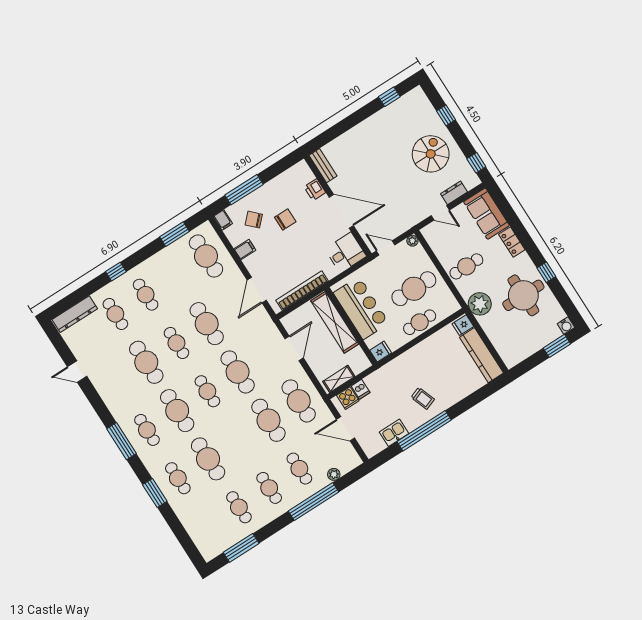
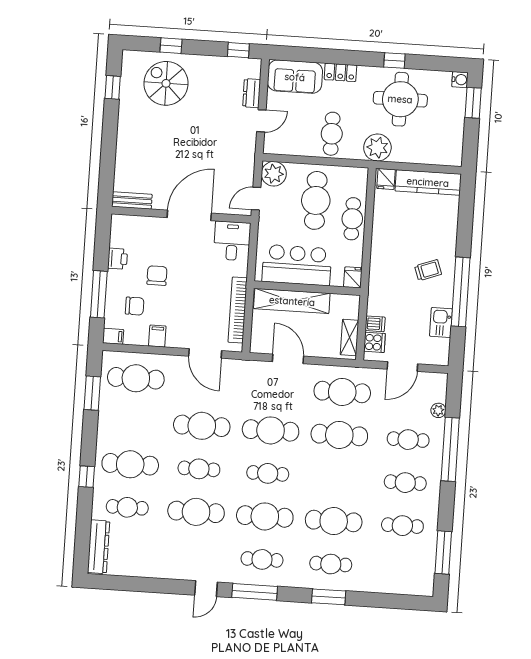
spiral stairs: (431, 154) -> (166, 83), moved
printer: (315, 190) -> (118, 259), moved, turned -90
chair: (254, 220) -> (135, 306), turned -135
plant: (412, 241) -> (274, 174), width x1.88, depth x1.88
cafe table: (146, 295) -> (130, 464), width x1.37, depth x1.35
door: (77, 372) -> (206, 589), moved

